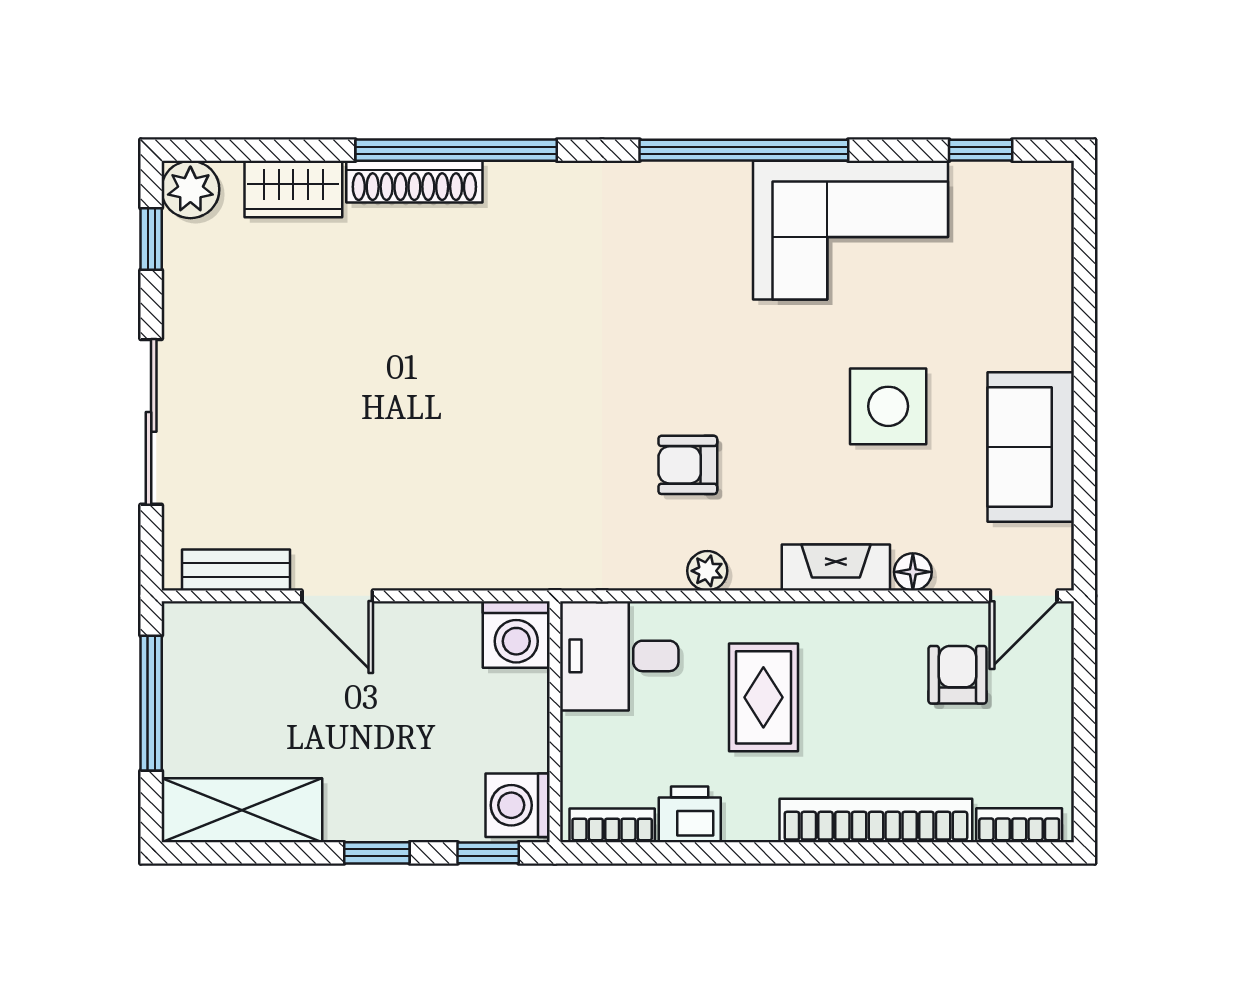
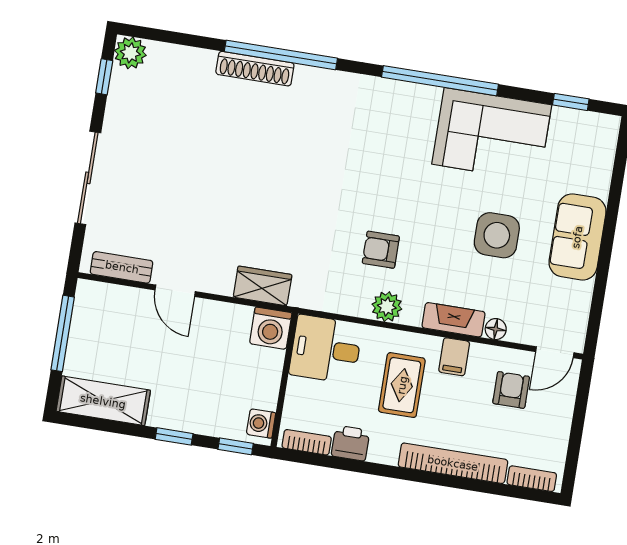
wardrobe: (293, 189) -> (263, 286), moved, turned 180
sofa: (1031, 447) -> (577, 237), moved
plant: (707, 571) -> (387, 307), width x1.38, depth x1.38
filing cabinet: (848, 633) -> (454, 357), added
washing machine: (518, 805) -> (261, 423), width x0.73, depth x0.73

